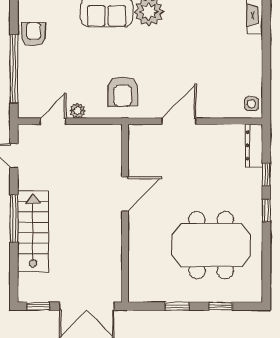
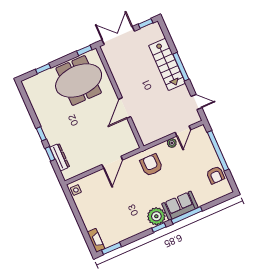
dresser: (254, 145) -> (60, 157), moved
meeting table: (211, 245) -> (79, 81), moved
window: (177, 306) -> (84, 50), moved

